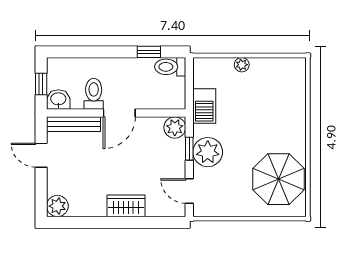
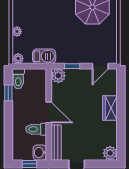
plant: (208, 152) -> (18, 59), moved, width x0.53, depth x0.53

